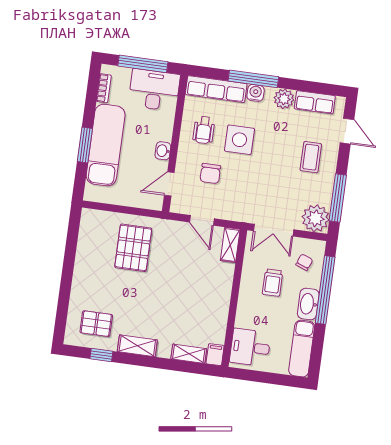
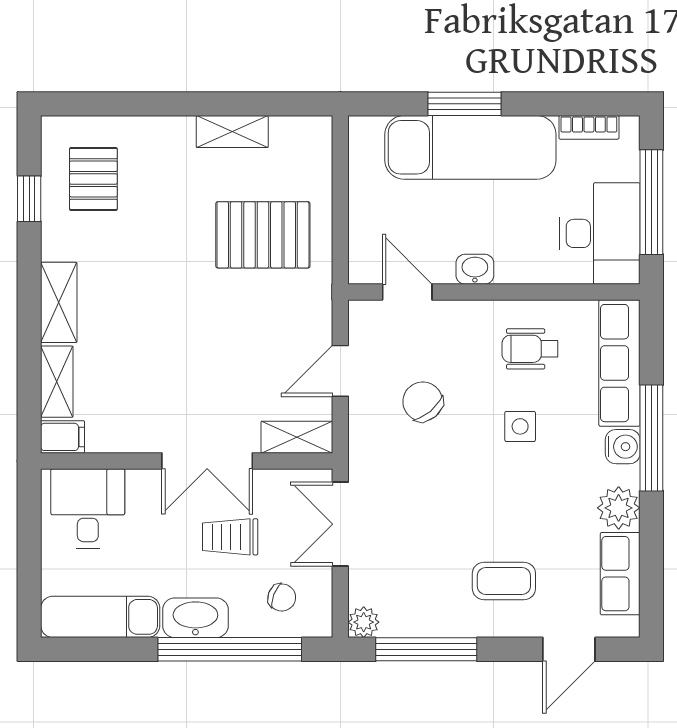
side table: (239, 140) -> (520, 426), width x0.54, depth x0.54
chair: (210, 174) -> (423, 402), moved, turned 50
plant: (316, 218) -> (364, 622), width x0.53, depth x0.53
shelving: (83, 256) -> (232, 132), added
double door: (236, 288) -> (207, 461), added
shelving: (137, 346) -> (59, 302), moved

